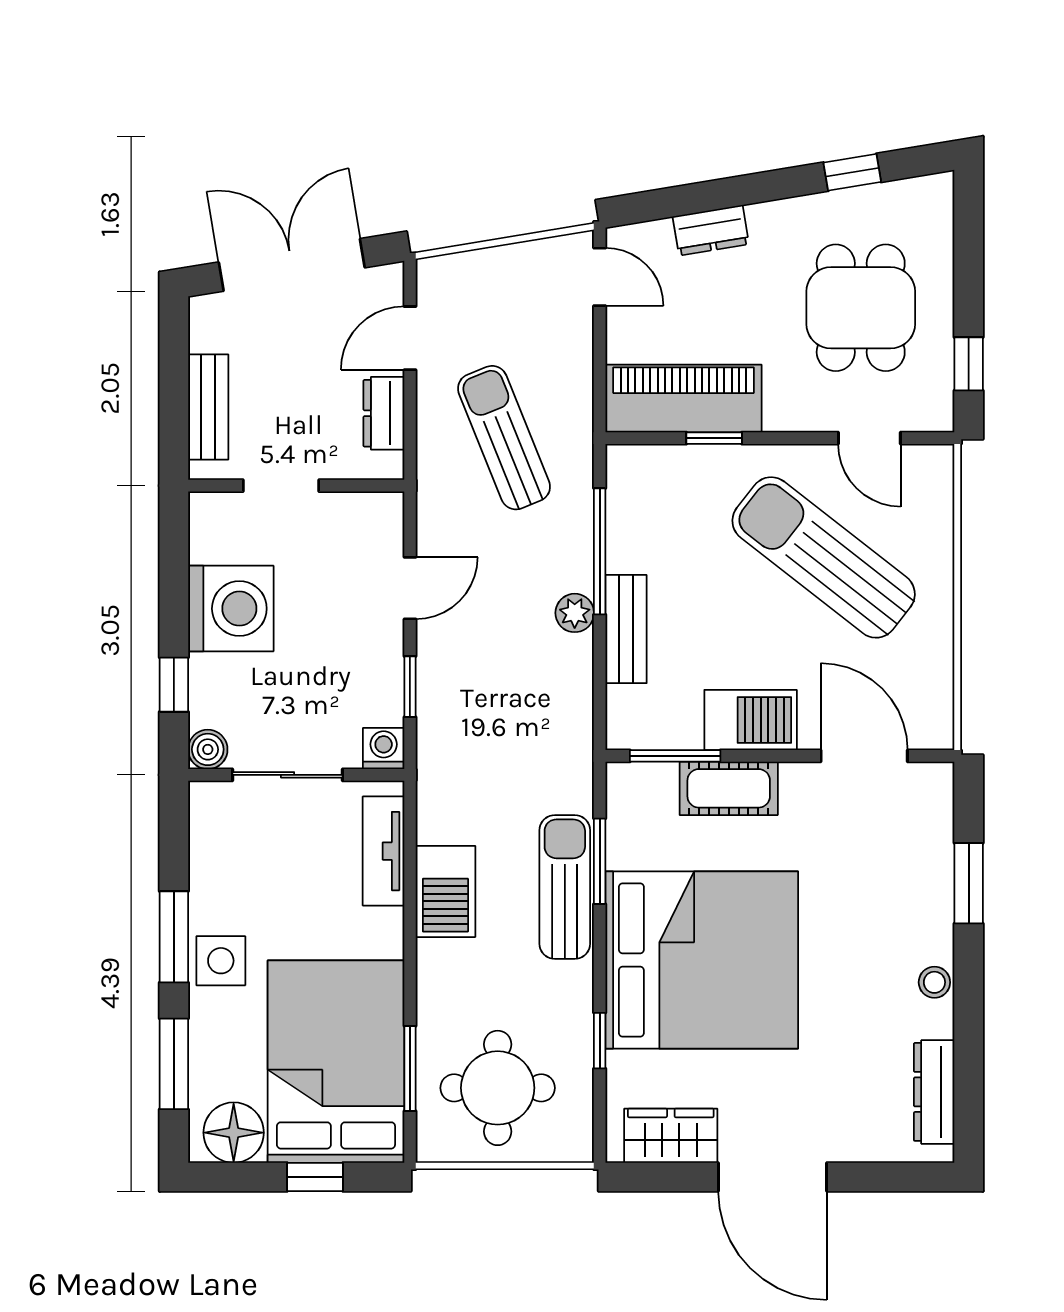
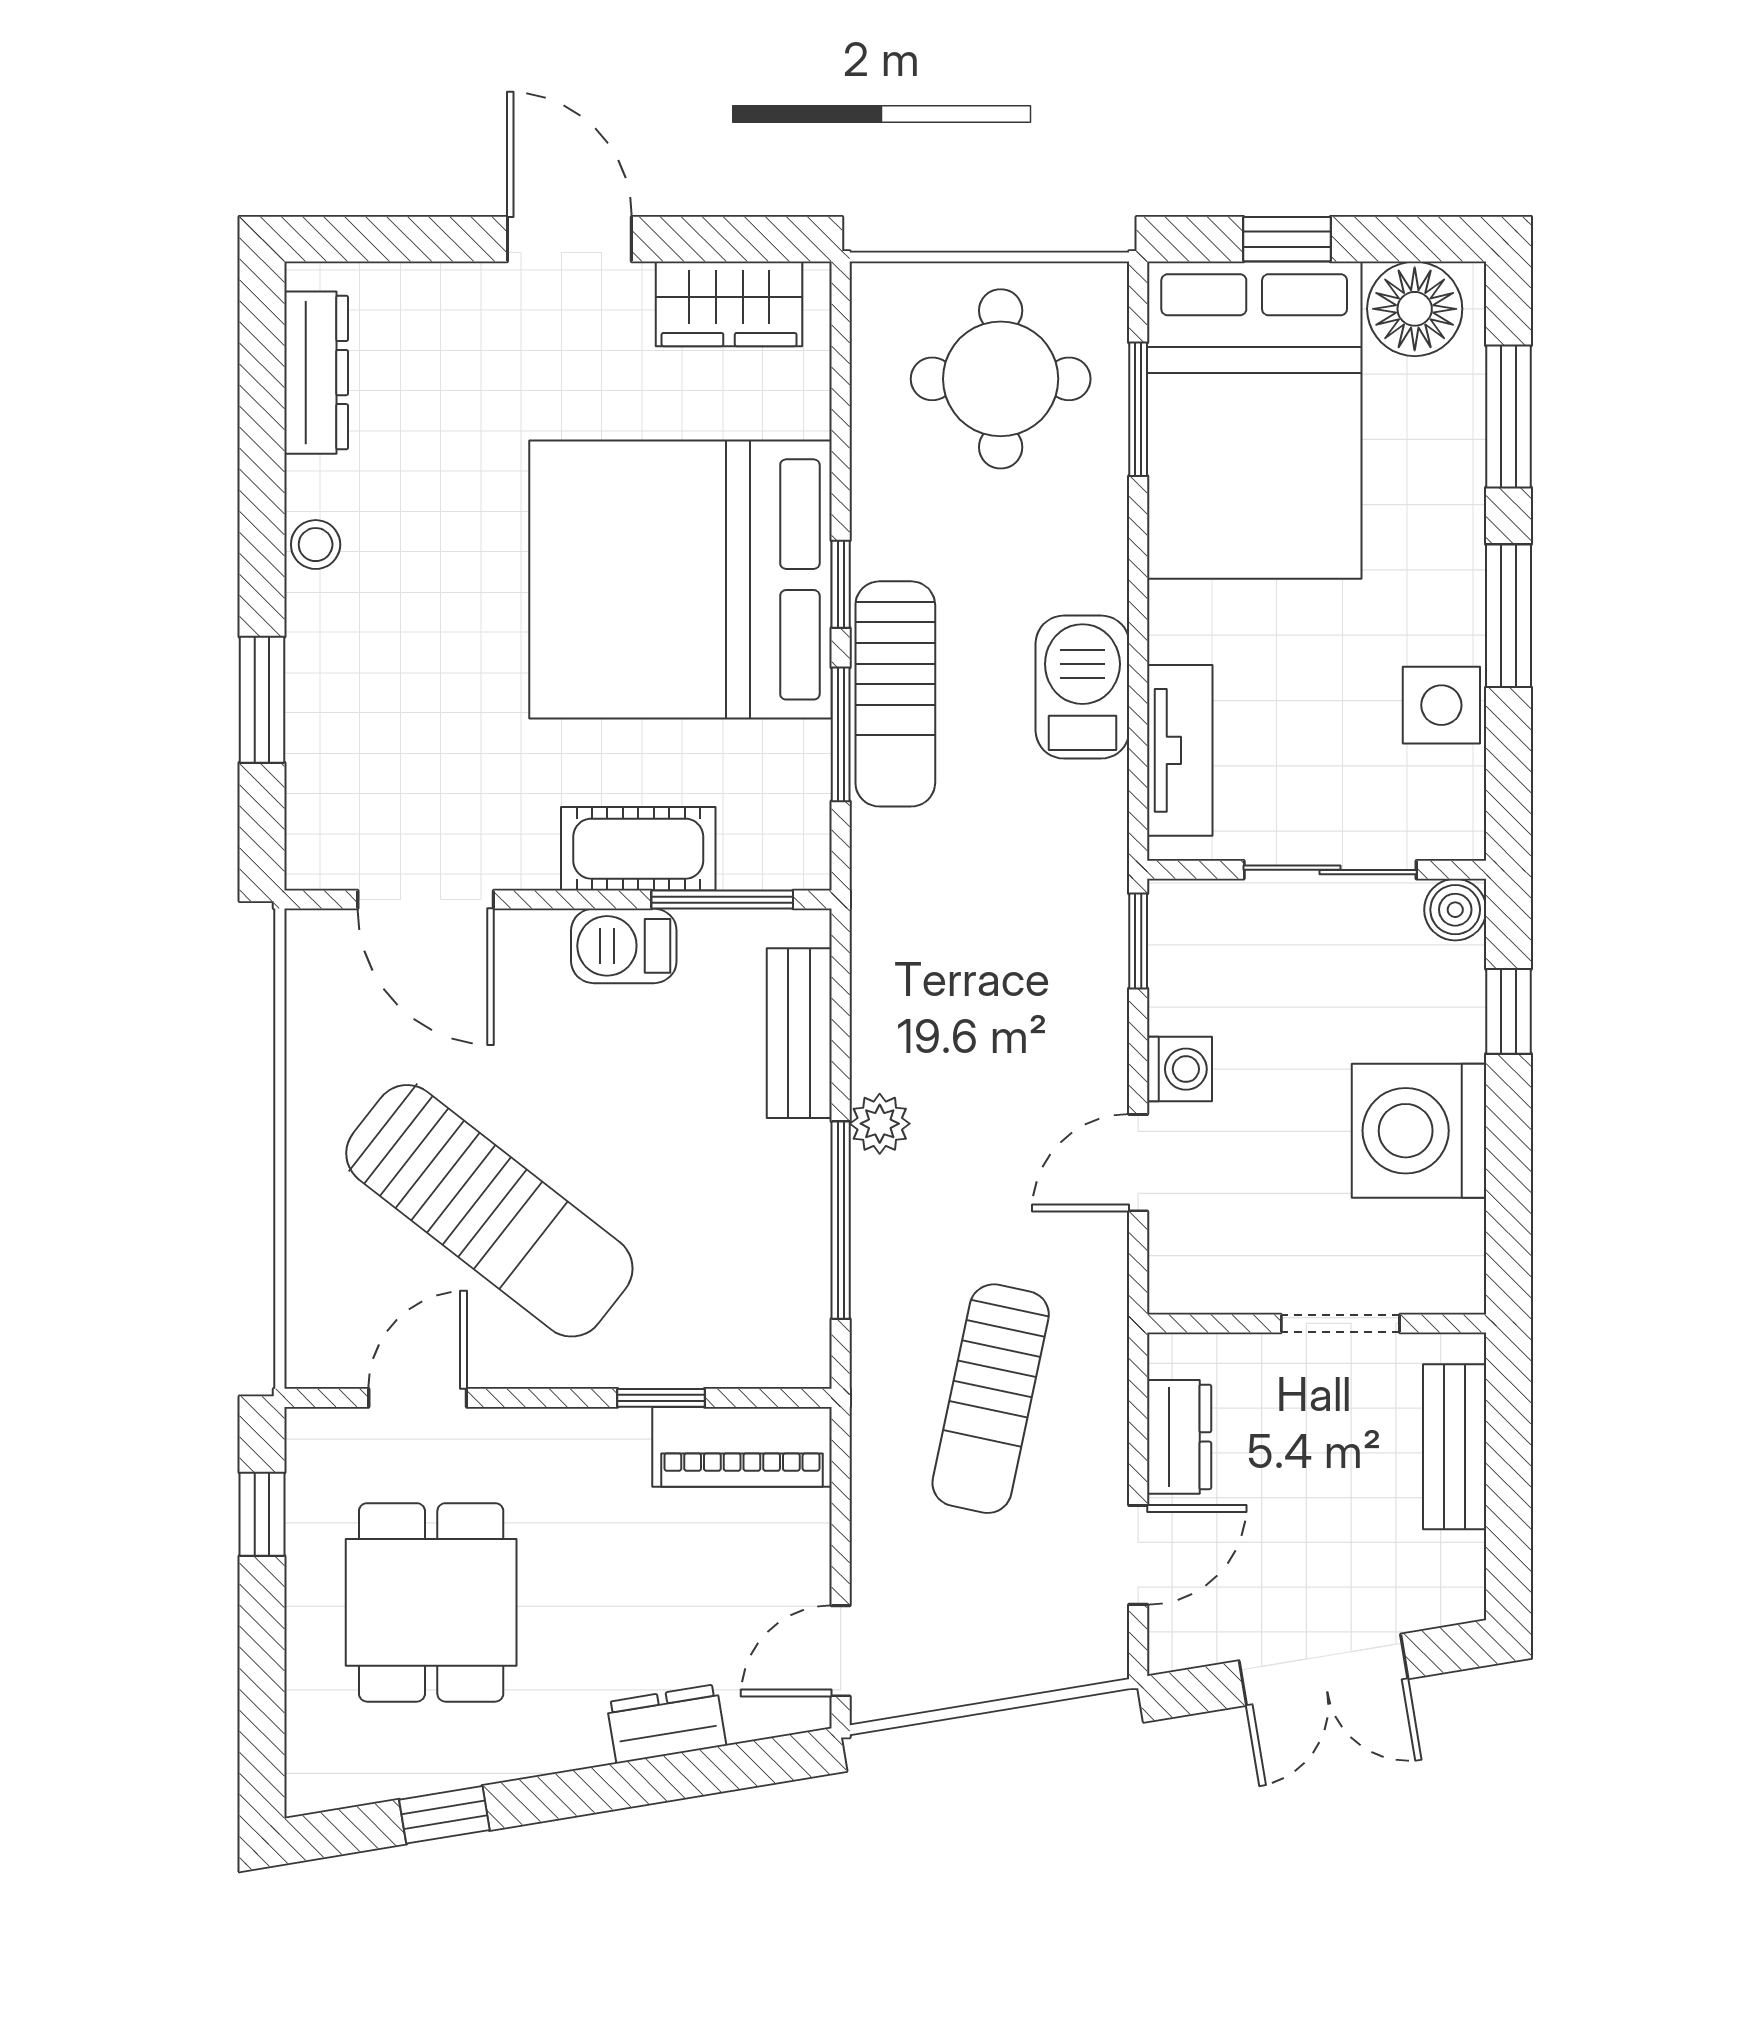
double door: (292, 265) -> (1323, 1670), width x0.73
door: (600, 277) -> (841, 1651), hinge flipped
piano: (683, 399) -> (742, 1447), width x0.73, depth x0.75
sun lounger: (504, 438) -> (991, 1399), turned 34
door: (869, 438) -> (418, 1398), hinge flipped
bench: (626, 629) -> (799, 1033), moved
window: (410, 687) -> (1138, 941), moved
barbecue: (751, 720) -> (624, 946), width x0.73, depth x0.79
washing machine: (384, 749) -> (1179, 1069), moved, turned -90
side table: (221, 961) -> (1441, 705), moved
window: (600, 1041) -> (841, 584), moved
door: (773, 1177) -> (569, 239), width x0.73

